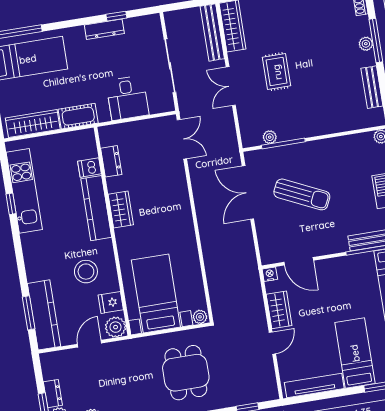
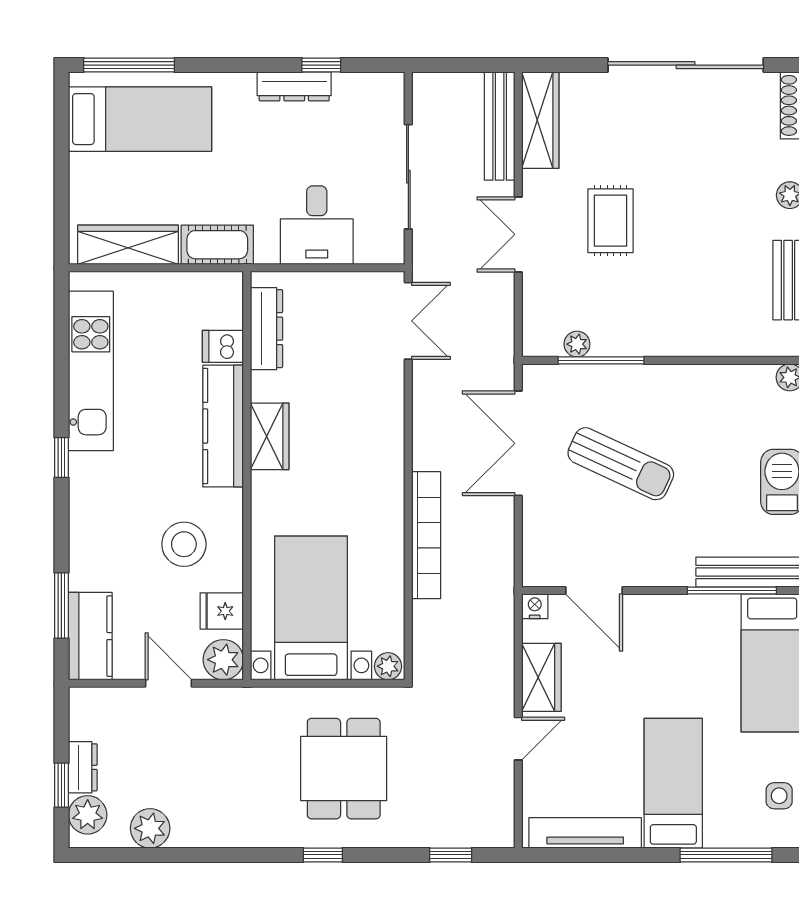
dresser: (111, 161) -> (266, 329), width x1.44
window: (11, 204) -> (61, 457), moved
bookcase: (209, 247) -> (426, 535), added
kitchen counter: (44, 315) -> (90, 636), width x0.67
door: (90, 344) -> (168, 683), hinge flipped

